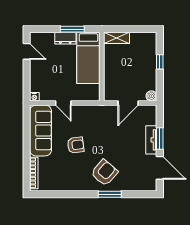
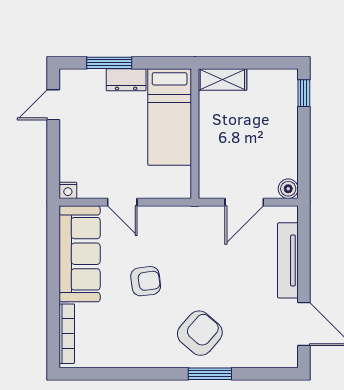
window: (72, 29) -> (109, 63), moved
door: (27, 51) -> (53, 105), swing flipped
window: (160, 62) -> (304, 93), moved
window: (160, 139) -> (304, 269), removed
tv unit: (151, 140) -> (288, 260), width x1.41

